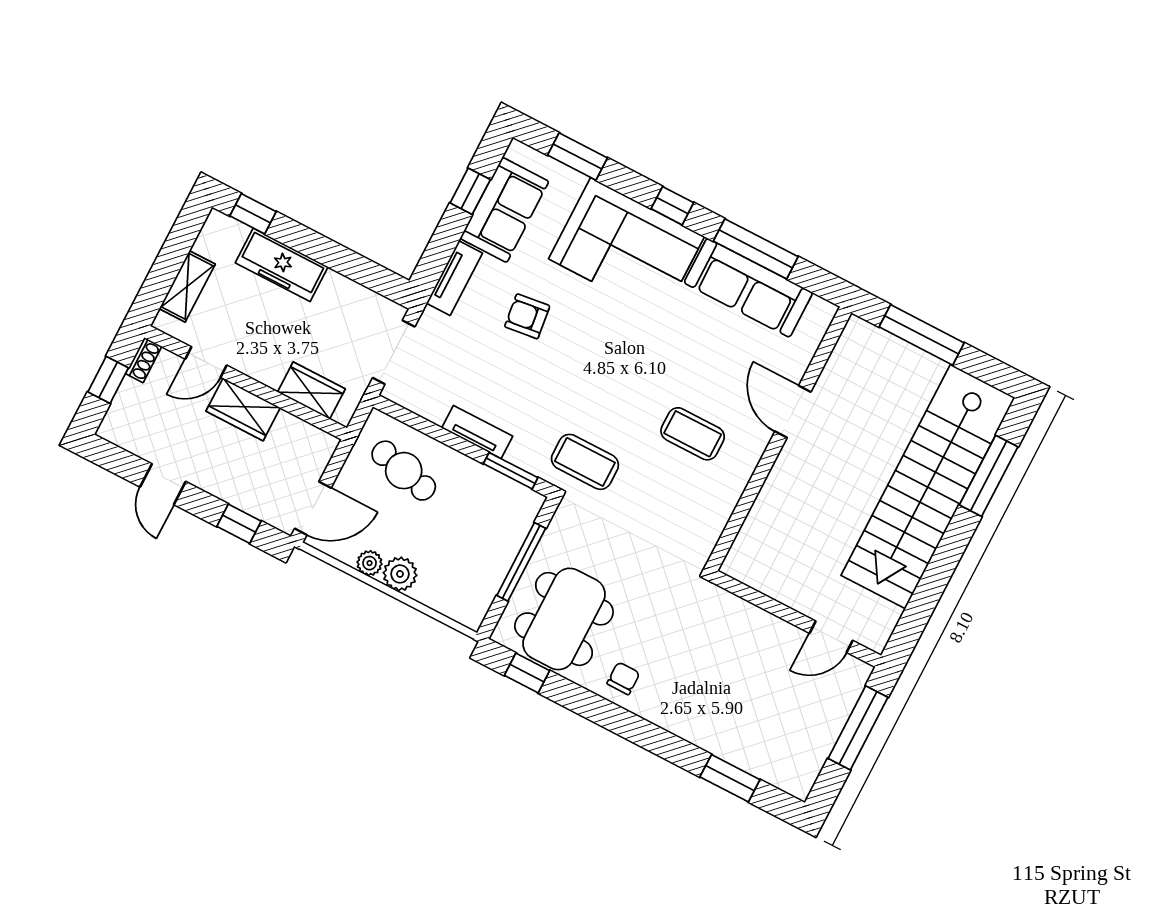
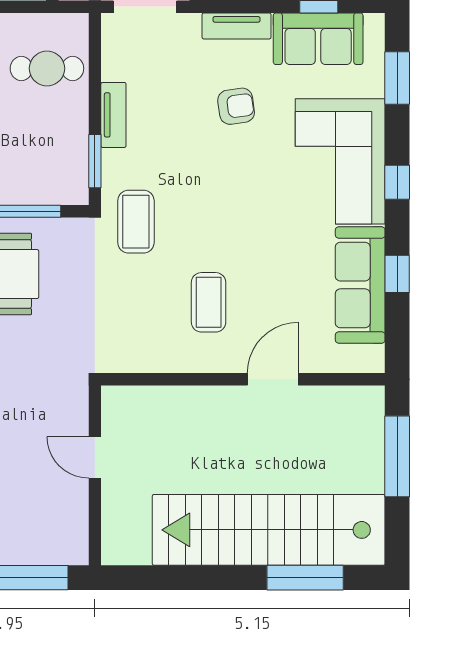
window: (756, 249) -> (397, 274), width x0.46
armchair: (527, 316) -> (236, 106), turned 89
cafe table: (404, 471) -> (47, 68), turned 76
door: (831, 637) -> (95, 457), moved

